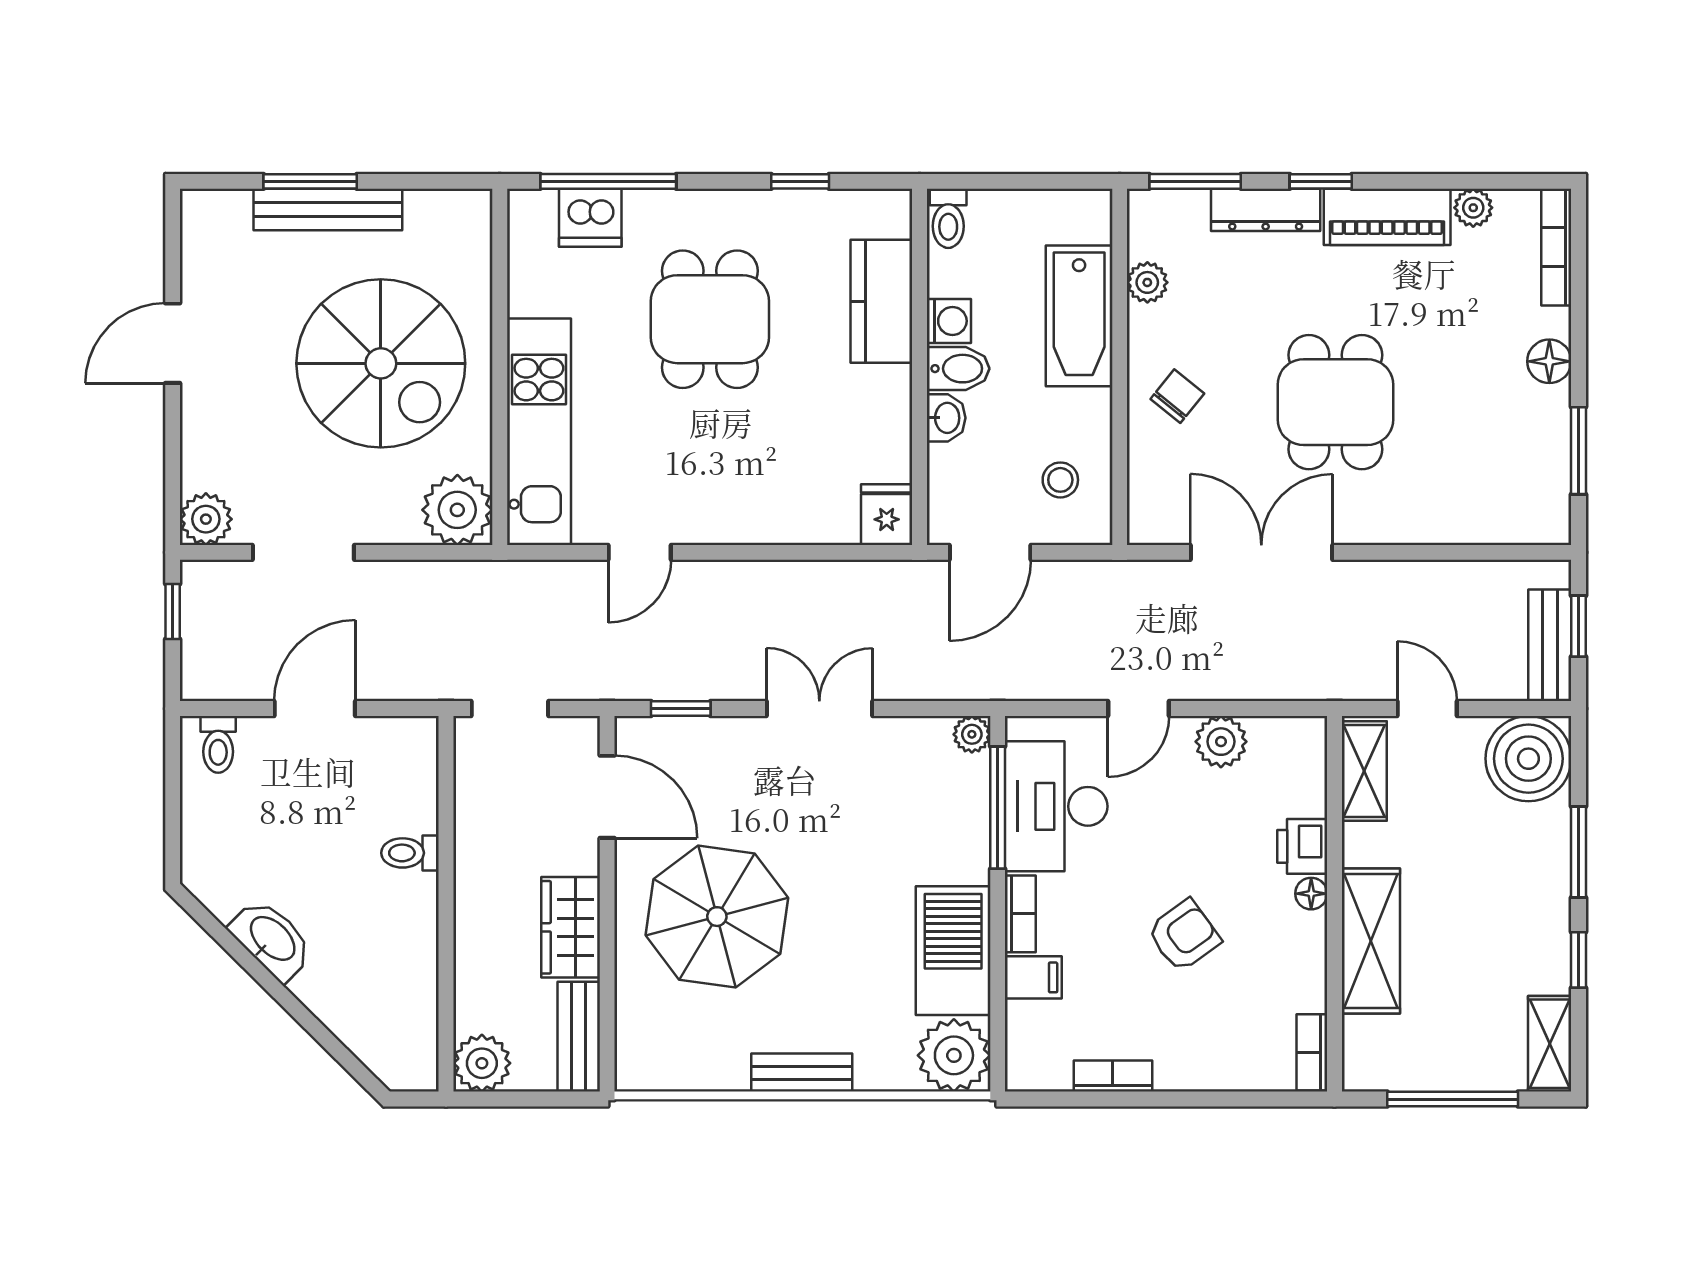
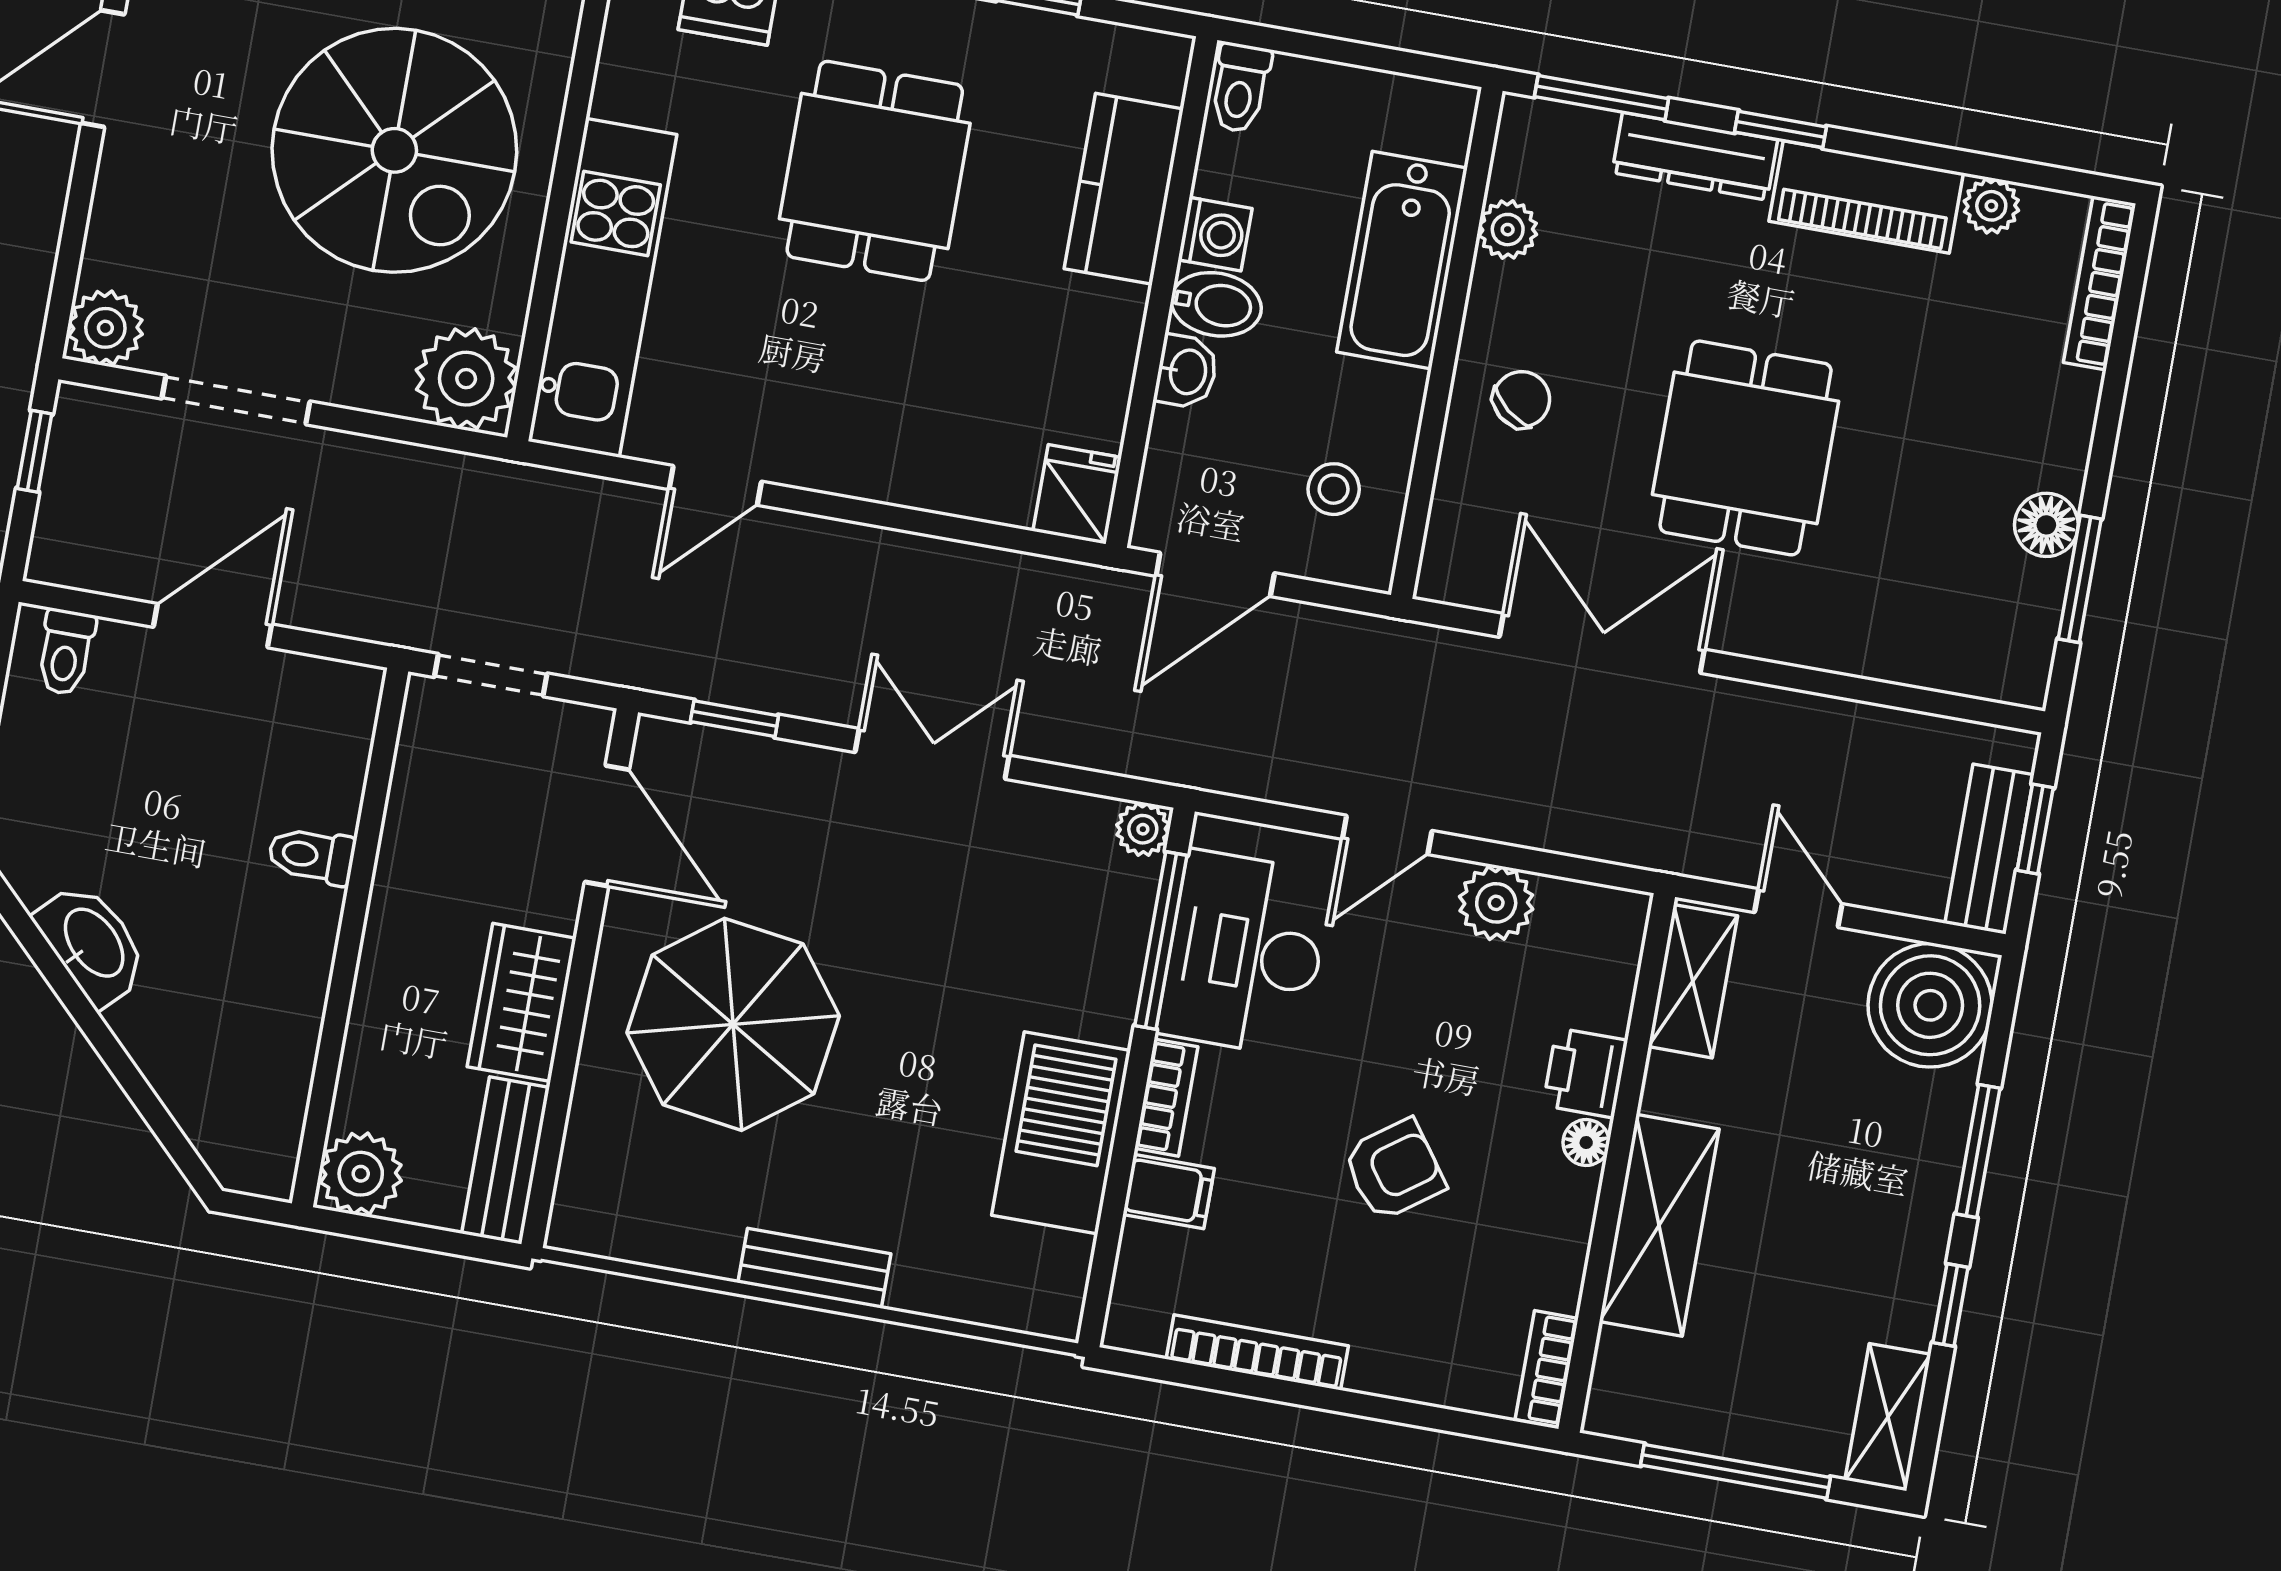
floor lamp: (1549, 361) -> (2046, 525), moved
plant: (954, 1055) -> (1036, 1282), removed
bookcase: (1113, 1076) -> (1257, 1352), width x1.56

